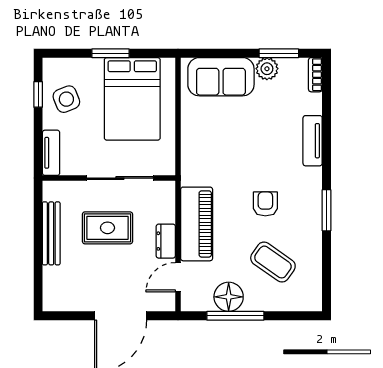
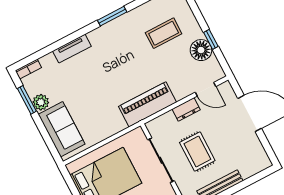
armchair: (265, 204) -> (129, 58), removed
piano: (197, 224) -> (148, 104), moved
coffee table: (273, 262) -> (164, 33), turned 55
window: (235, 316) -> (211, 39), width x0.46

